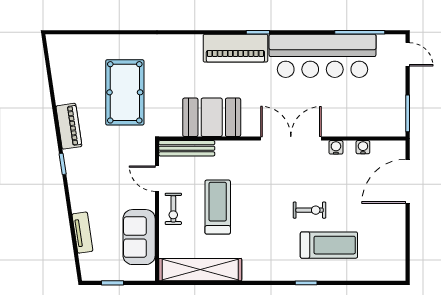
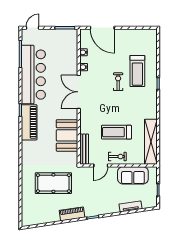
treadmill: (329, 245) -> (137, 71), turned 180

